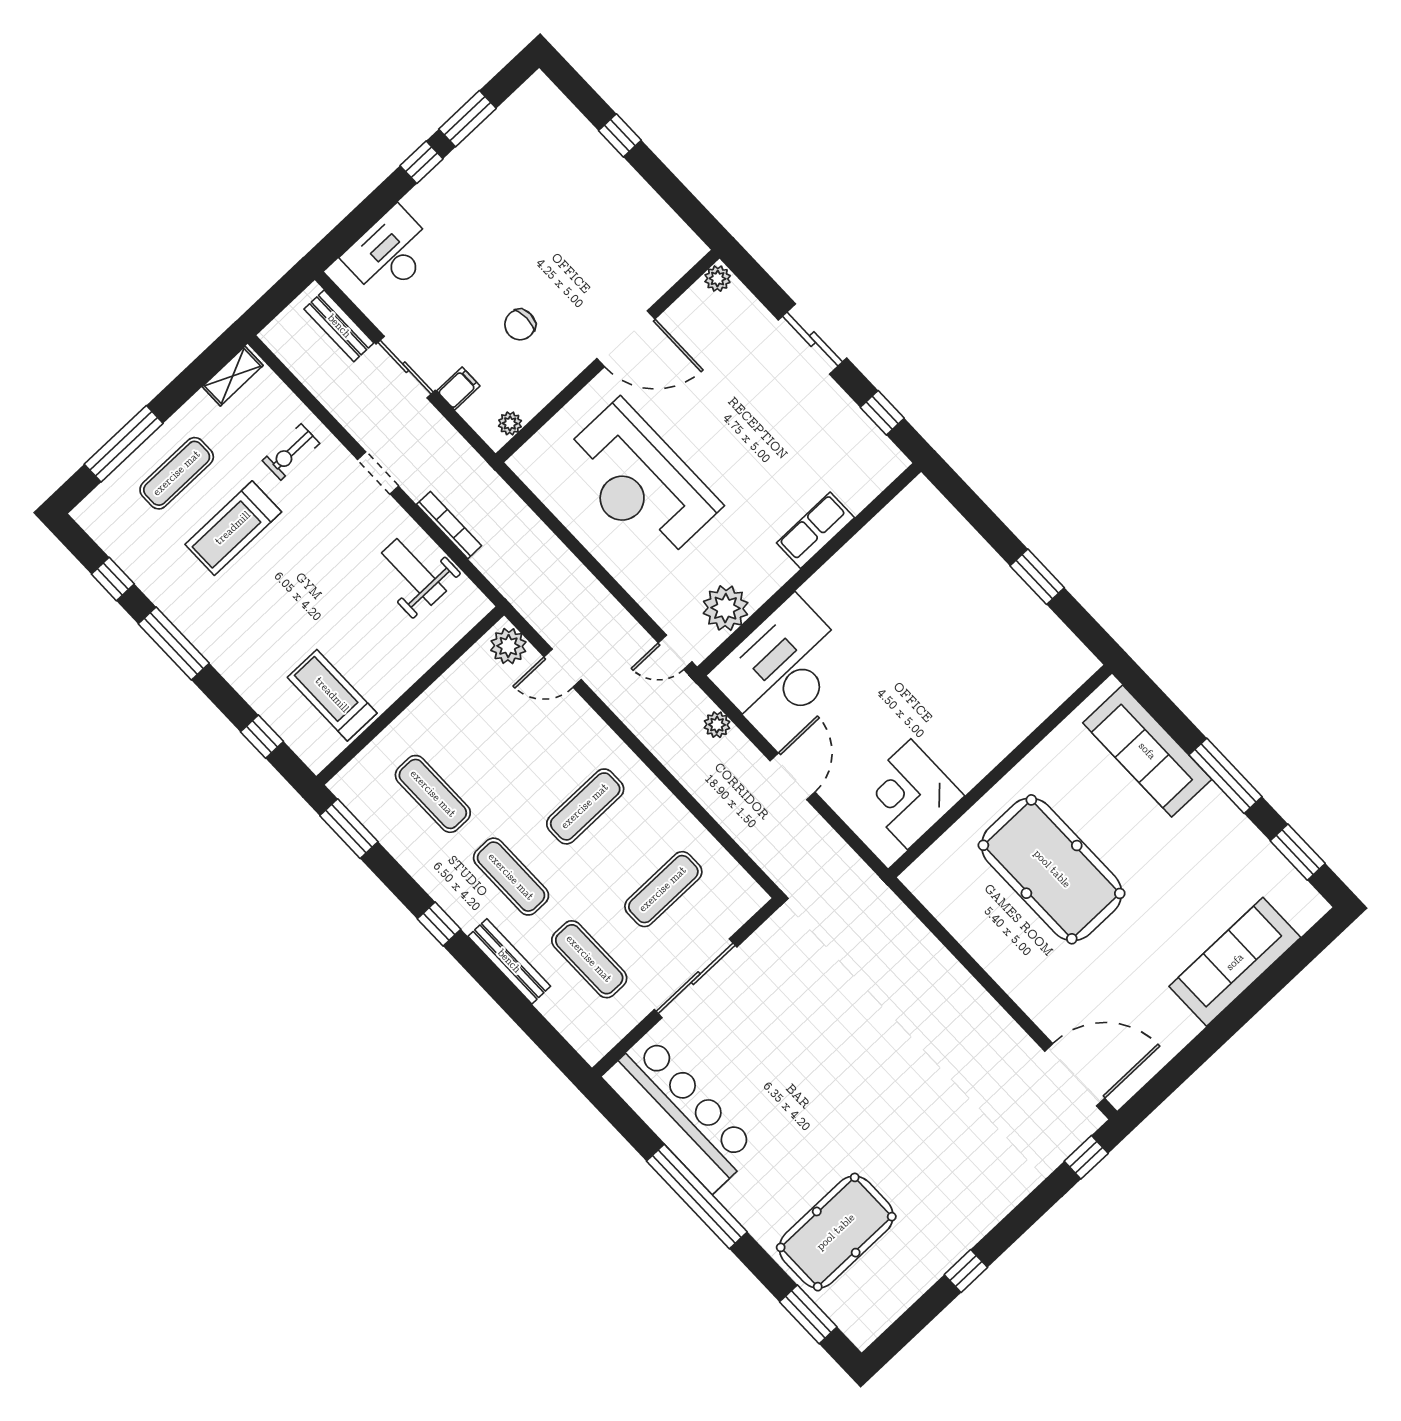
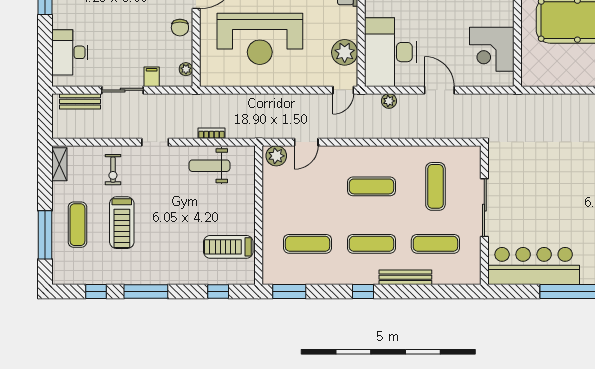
chair: (520, 325) -> (180, 28), moved
bookcase: (449, 525) -> (211, 133), width x0.64
exercise mat: (585, 806) -> (371, 186), turned 90

